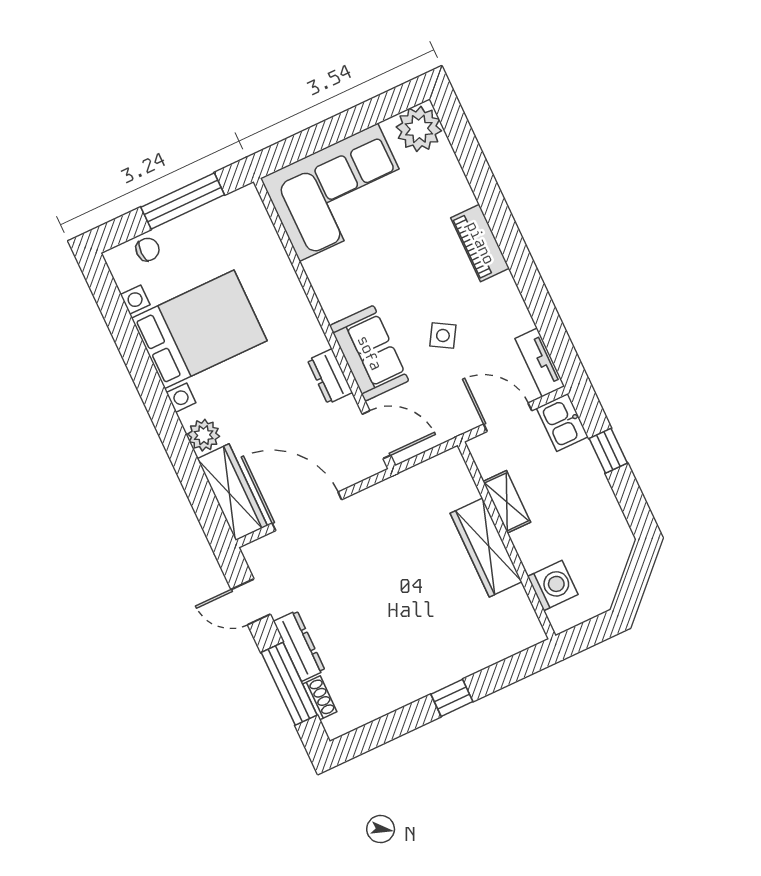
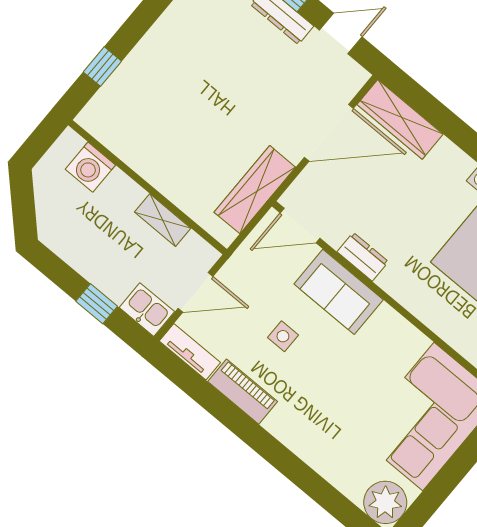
piano: (480, 243) -> (243, 392), moved
side table: (443, 336) -> (283, 336), turned -31
plant: (204, 435) -> (447, 157), removed
wardrobe: (486, 547) -> (255, 190), moved, turned -90
window: (452, 698) -> (102, 67), moved

